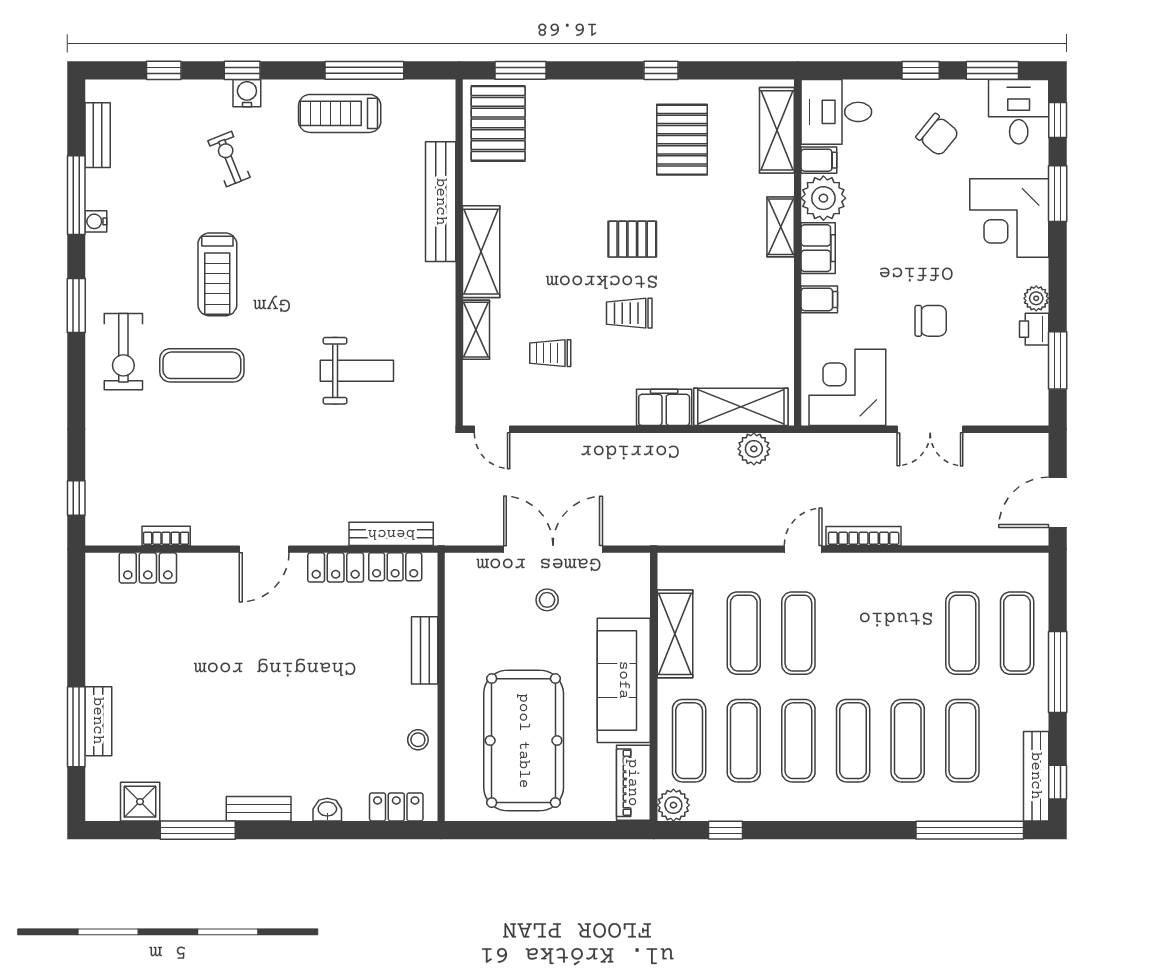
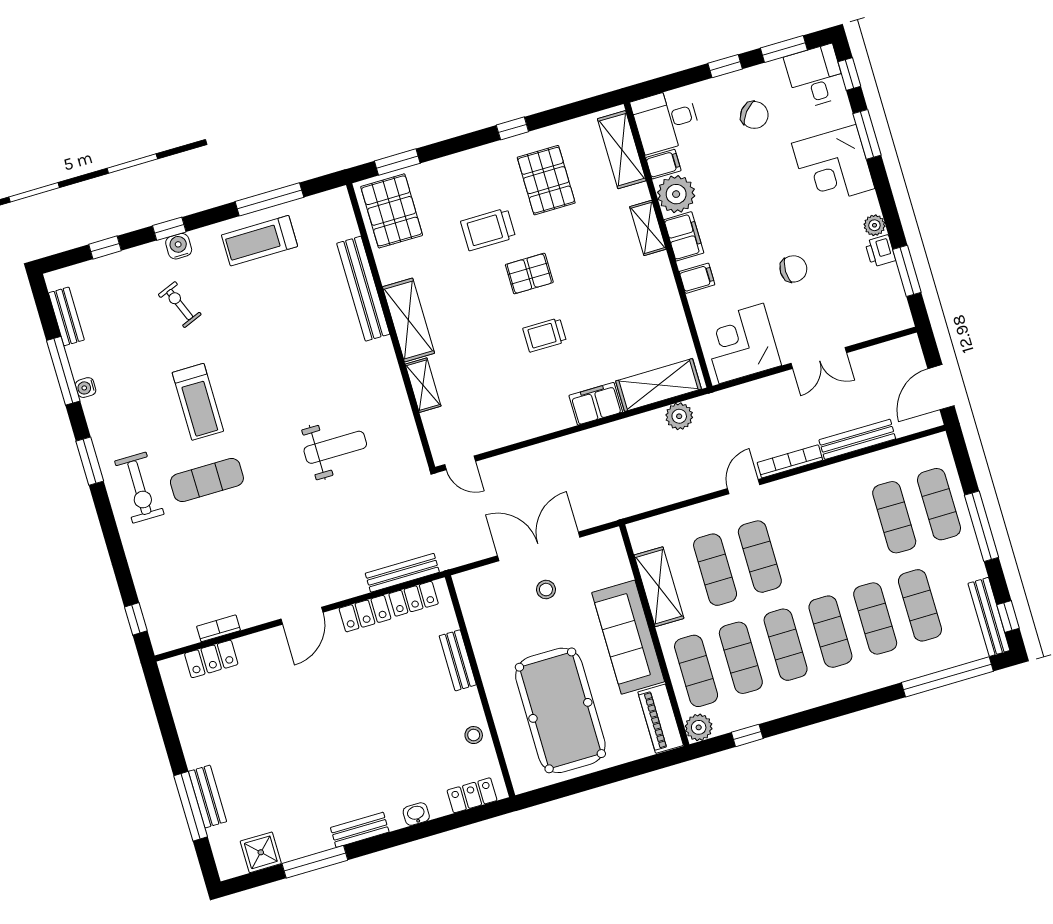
trolley: (550, 353) -> (488, 229), moved, width x1.36, depth x1.39
bench: (947, 533) -> (857, 439), added

